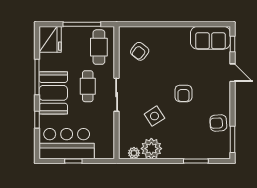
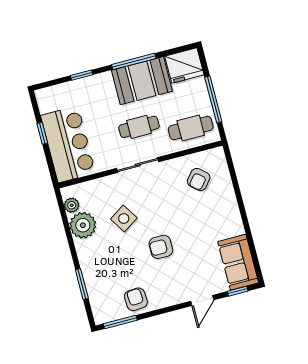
armchair: (140, 51) -> (199, 179), turned -88
booth: (53, 93) -> (142, 81), moved
bar counter: (67, 144) -> (68, 144), moved

